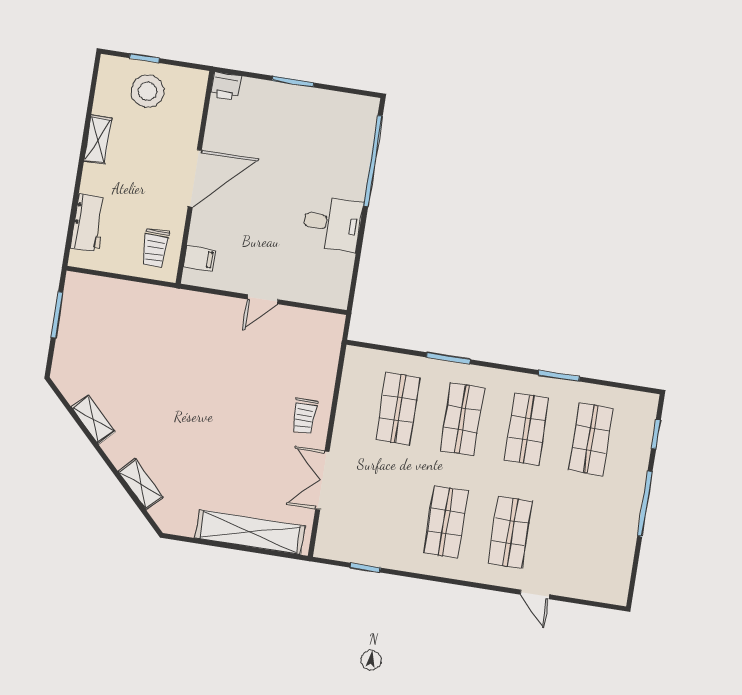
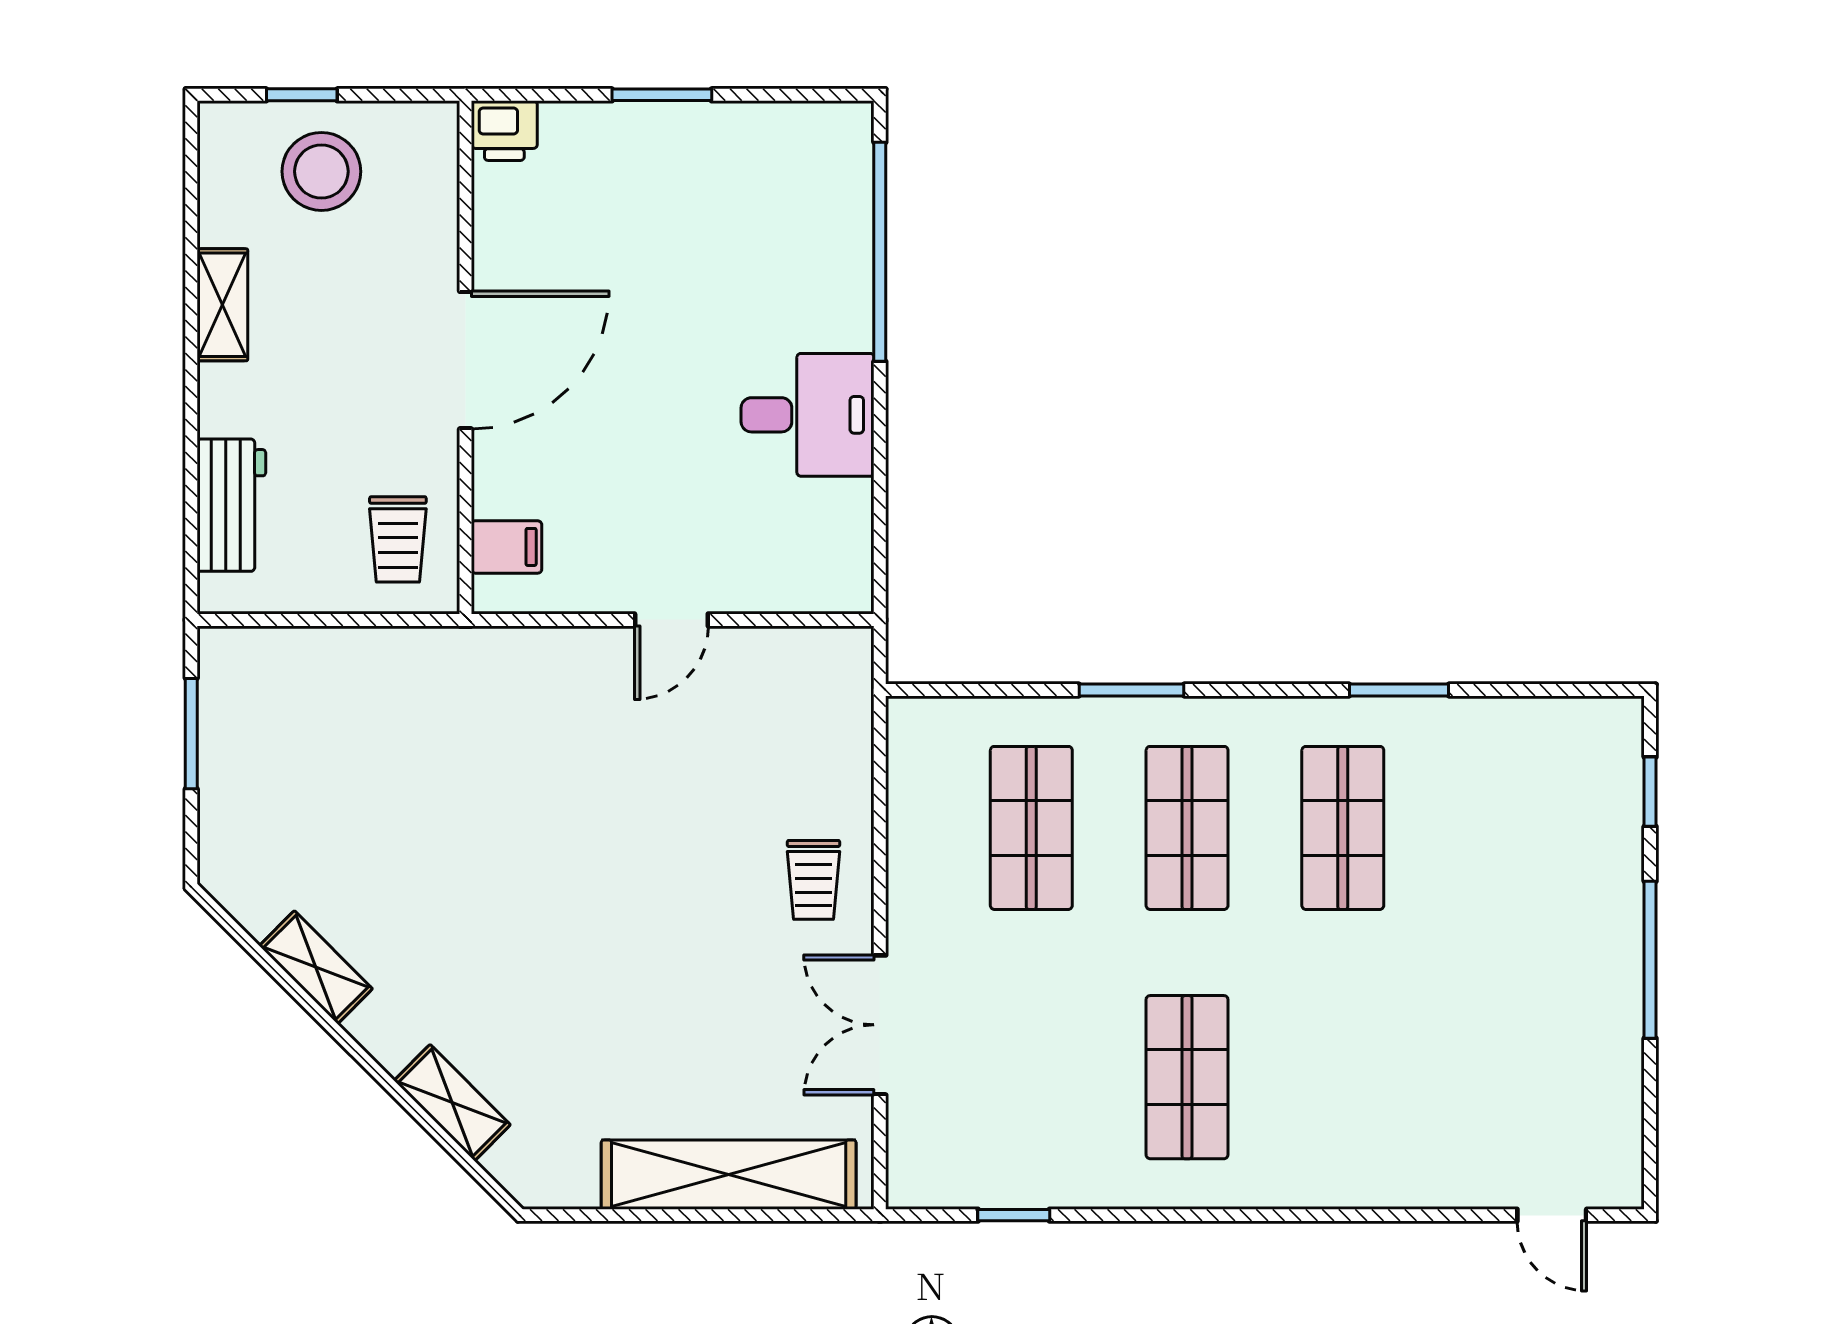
shop shelf: (591, 439) -> (1499, 828), removed
shop shelf: (510, 532) -> (1343, 1077), removed
door: (535, 594) -> (1552, 1215), moved

